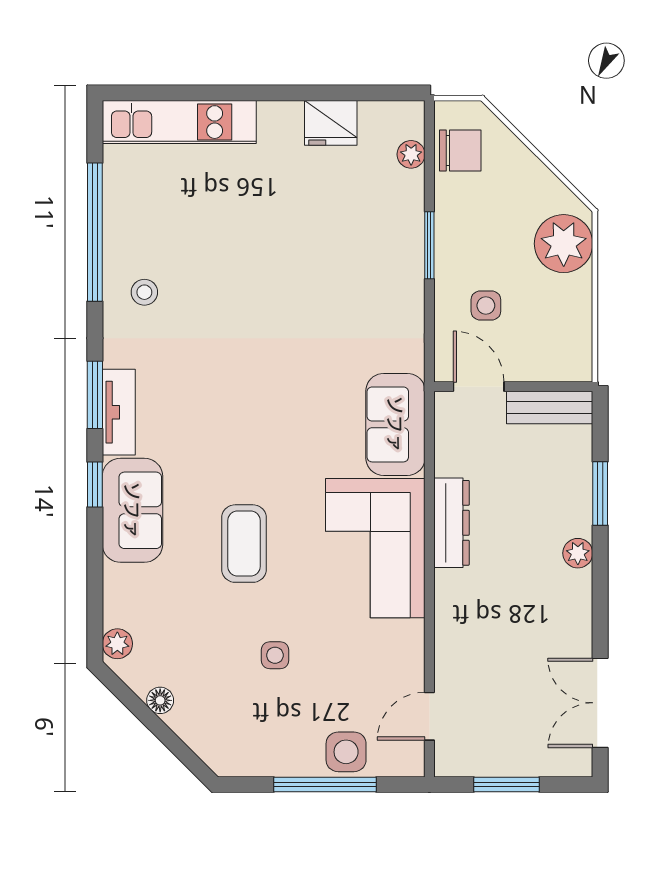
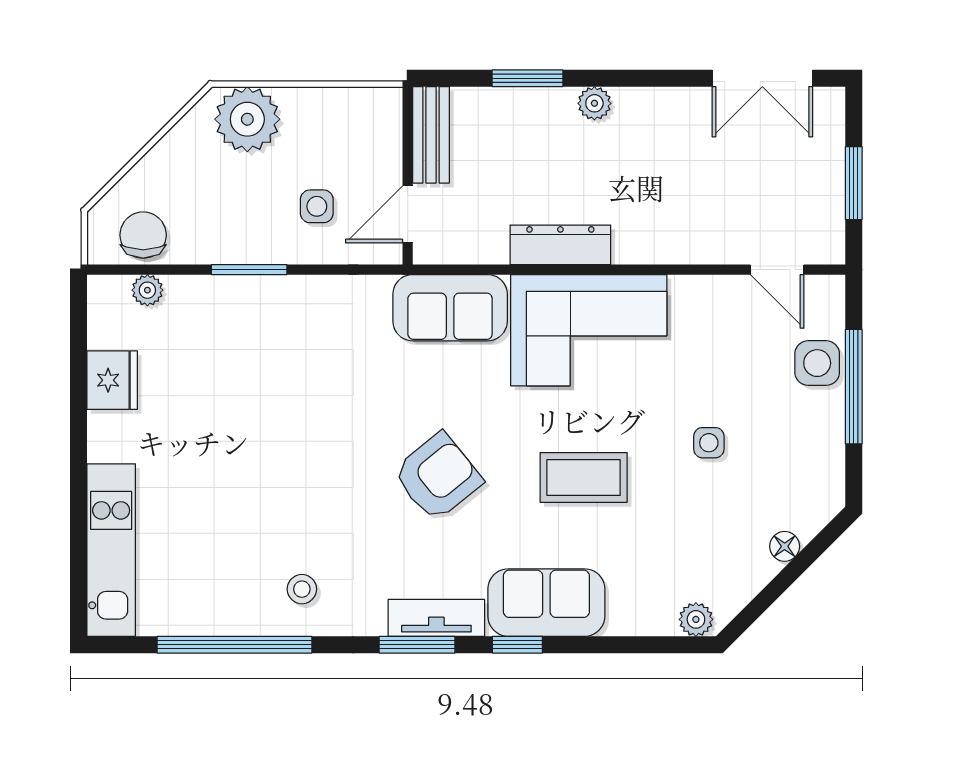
armchair: (245, 413) -> (438, 477), added
floor lamp: (160, 700) -> (785, 546), moved

